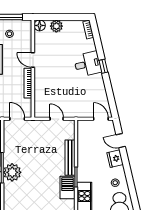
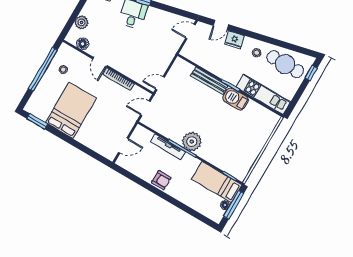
floor lamp: (40, 25) -> (83, 44), moved
door: (33, 60) -> (100, 62), hinge flipped
door: (57, 119) -> (160, 83), moved

